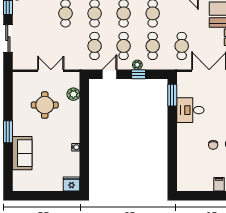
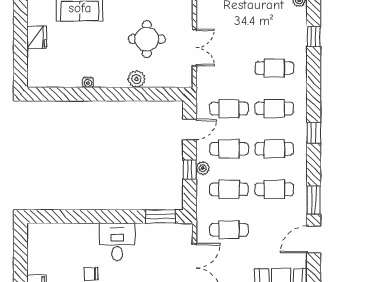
door: (110, 74) -> (190, 129), hinge flipped
plant: (73, 94) -> (136, 79), moved
desk: (190, 110) -> (117, 242), moved
fridge: (71, 184) -> (37, 37), moved

